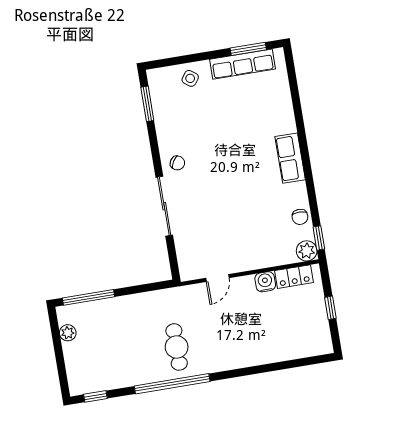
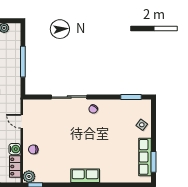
chair: (300, 217) -> (33, 149), moved
window: (88, 297) -> (23, 62), moved

